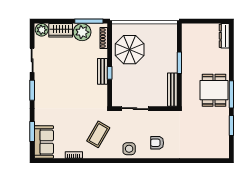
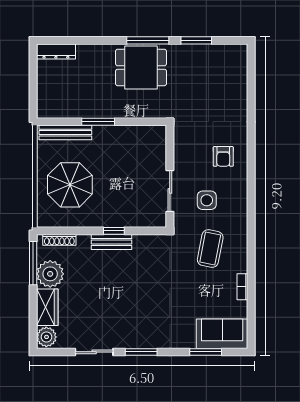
parasol: (130, 50) -> (70, 185), moved
bench: (172, 90) -> (65, 133), moved
coffee table: (98, 134) -> (210, 249), turned 71
side table: (129, 149) -> (207, 200), moved

